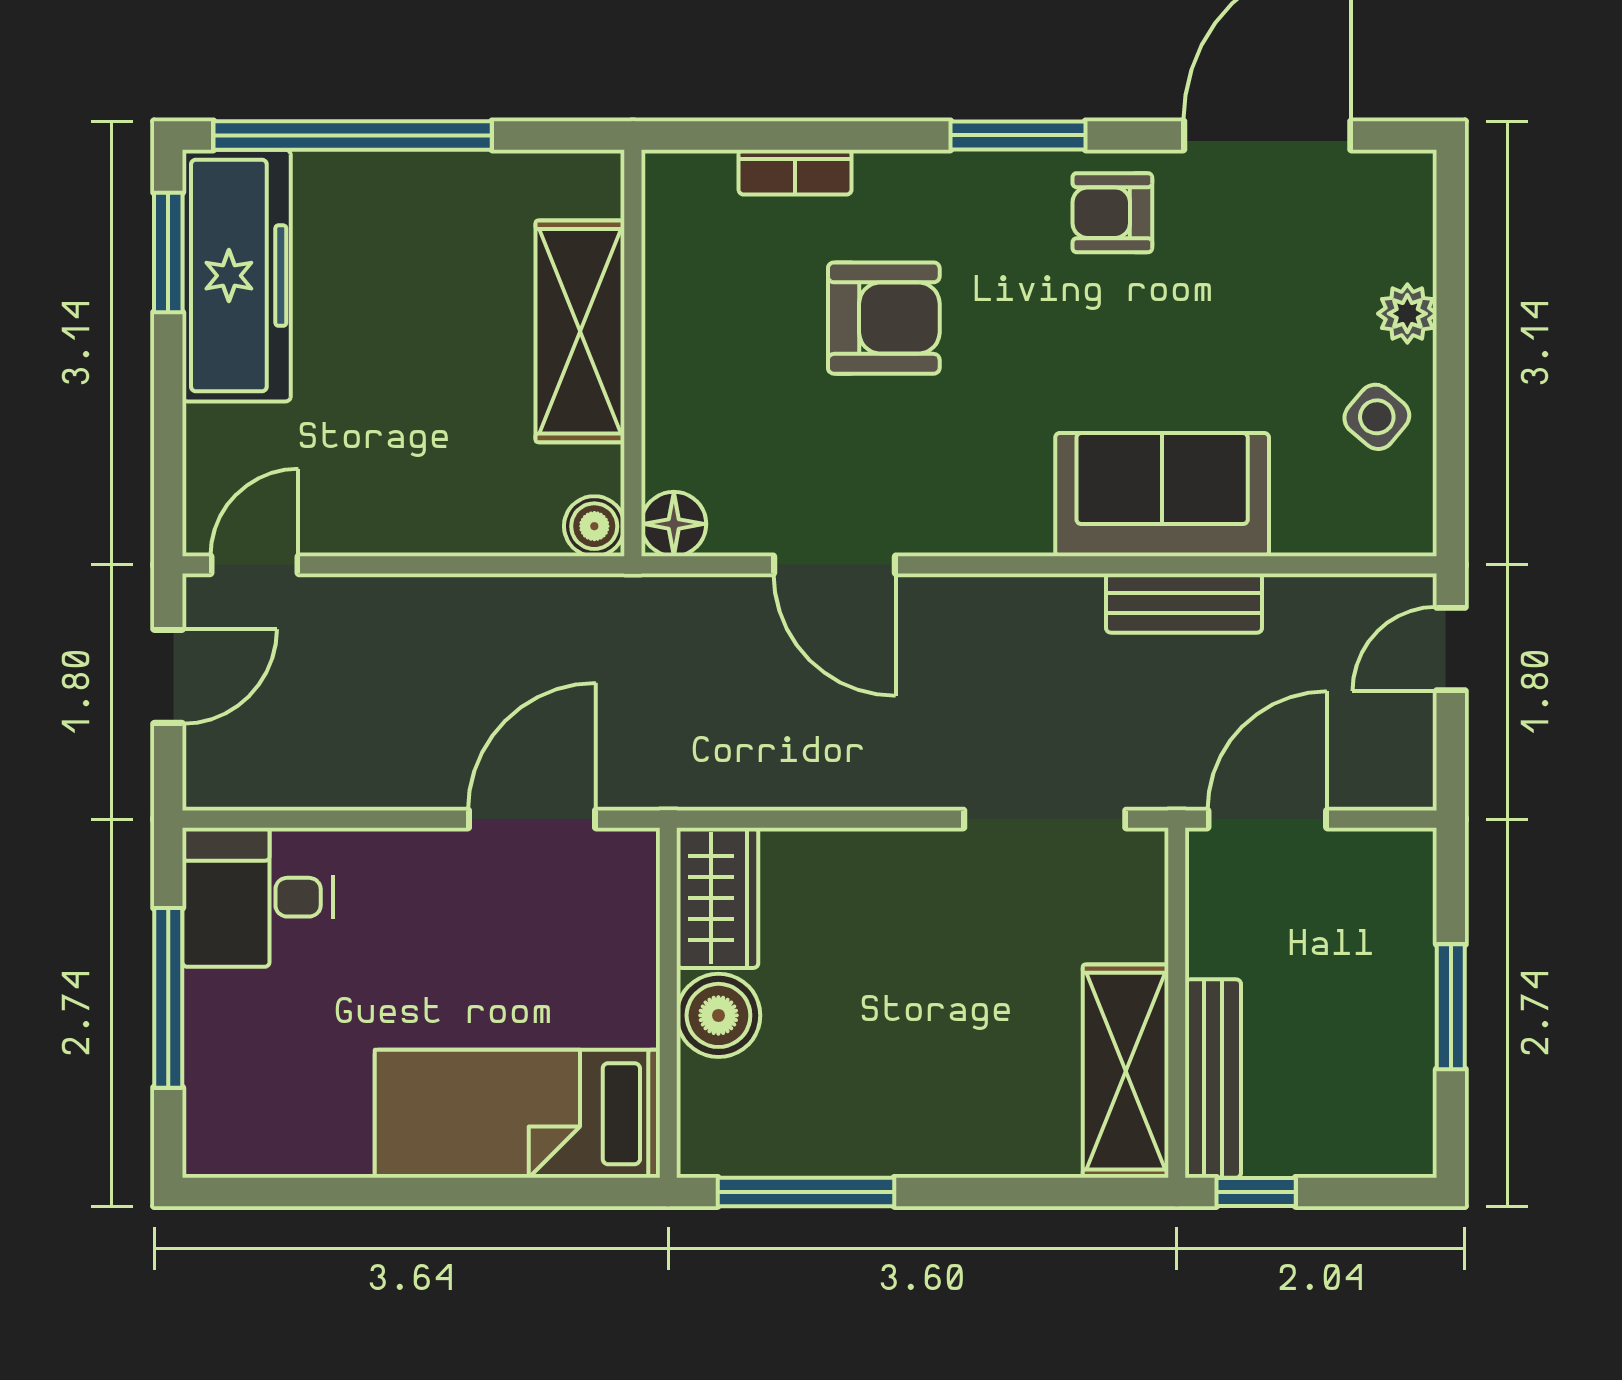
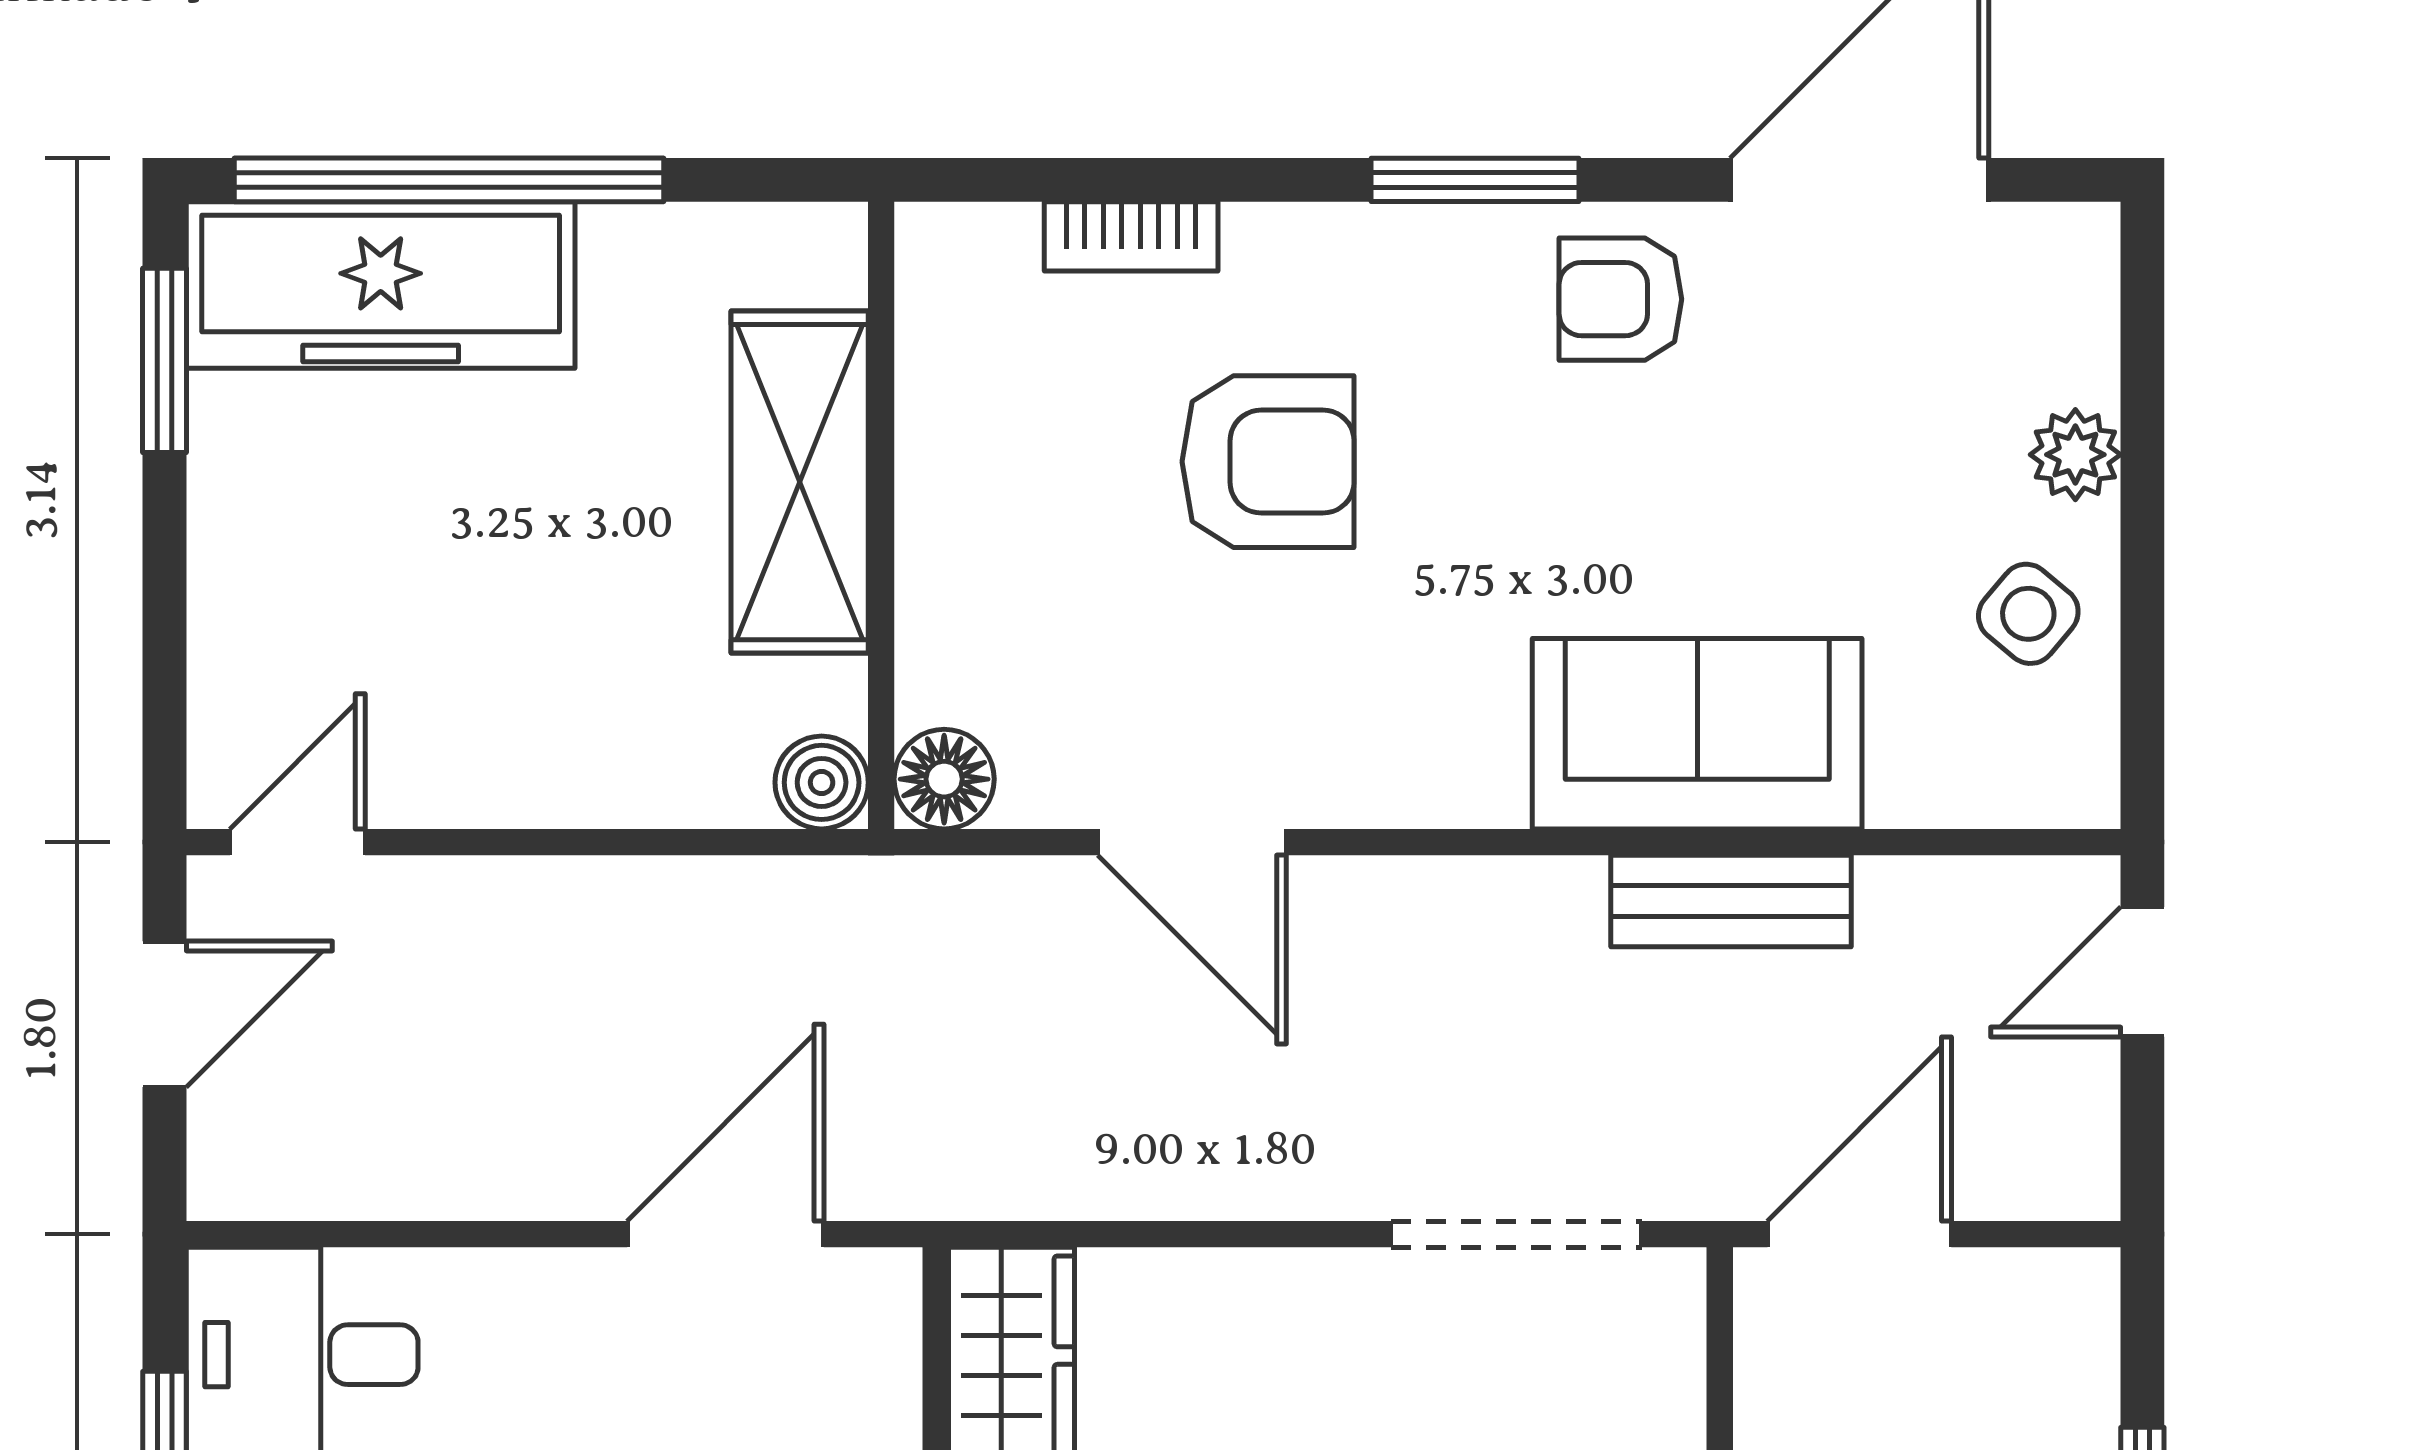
freezer: (236, 276) -> (381, 285), moved, turned 90

